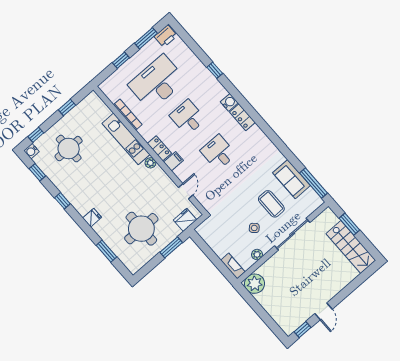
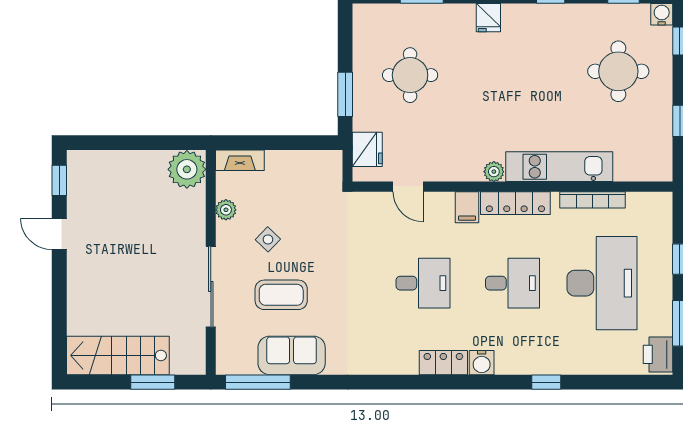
locker: (159, 148) -> (515, 203), width x1.53
round table: (141, 229) -> (410, 75), width x0.73, depth x0.73

